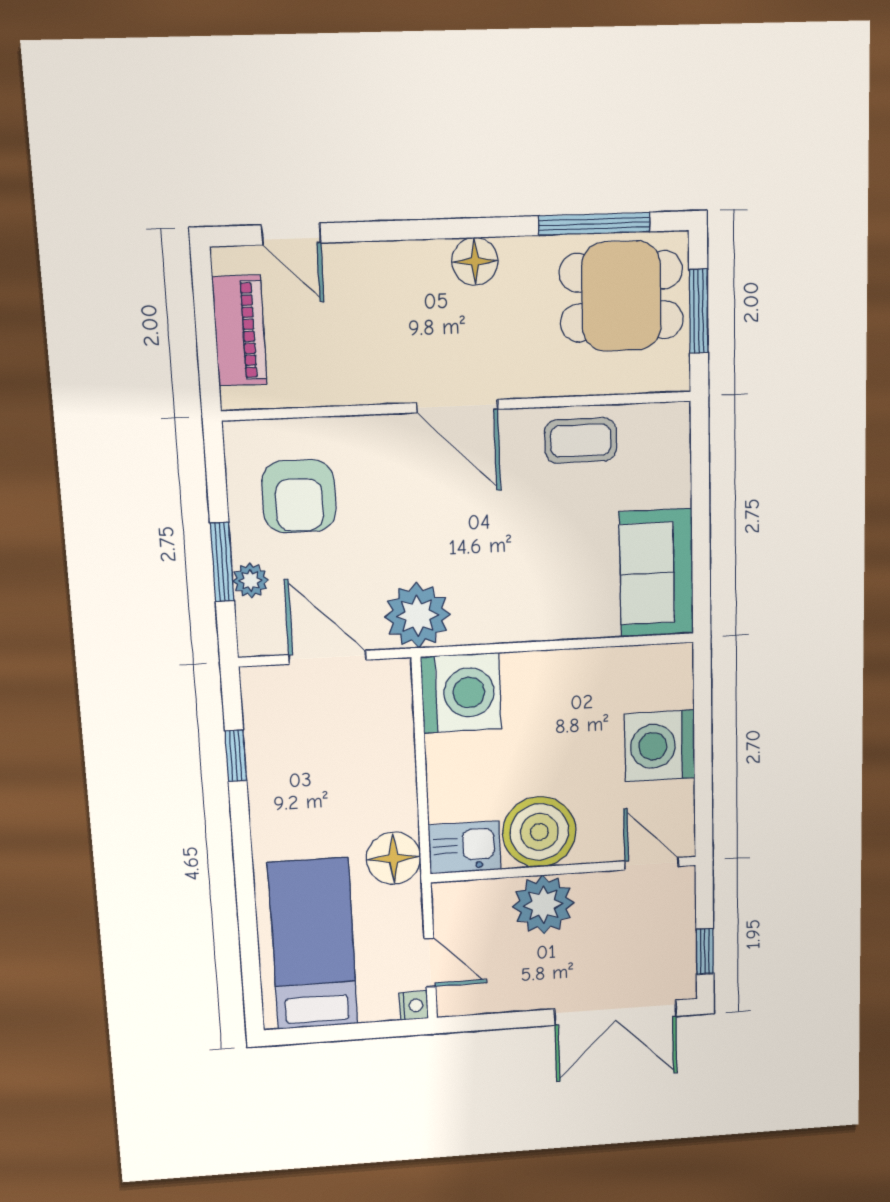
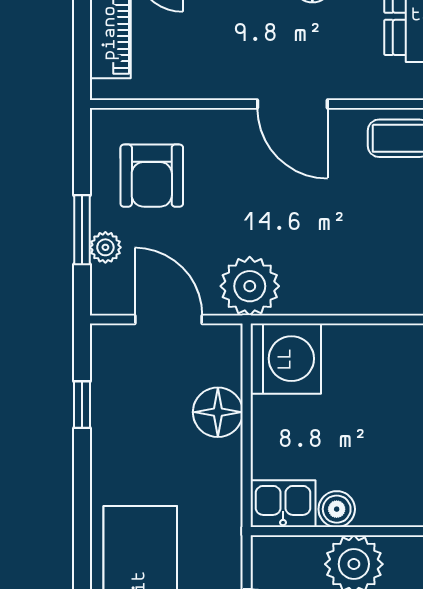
boiler: (539, 832) -> (337, 509), width x0.54, depth x0.54
floor lamp: (394, 858) -> (218, 412), moved

